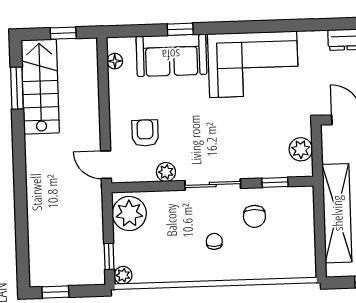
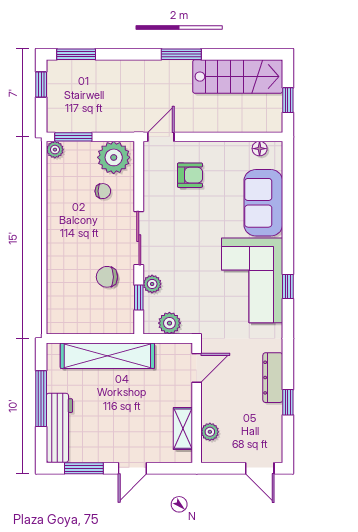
window: (180, 29) -> (288, 287), moved
window: (17, 88) -> (181, 54), moved
plant: (166, 172) -> (152, 284), moved
chair: (214, 241) -> (103, 191), moved
window: (23, 256) -> (76, 54), added
window: (109, 256) -> (73, 137), width x1.50

